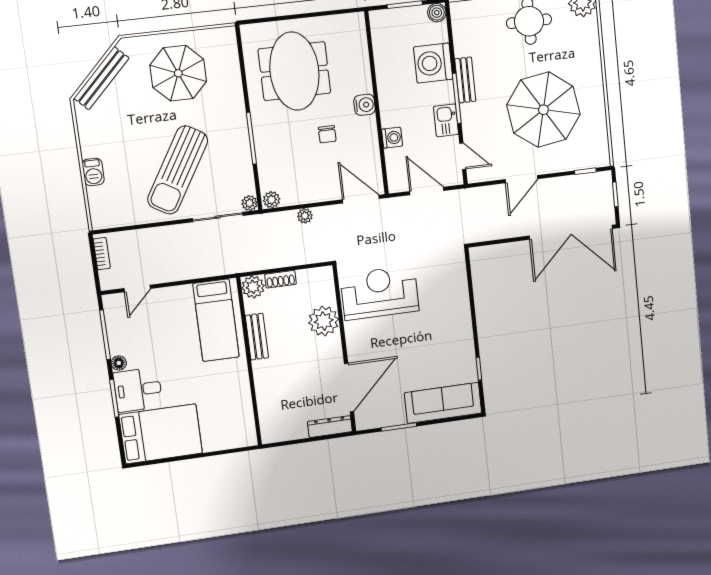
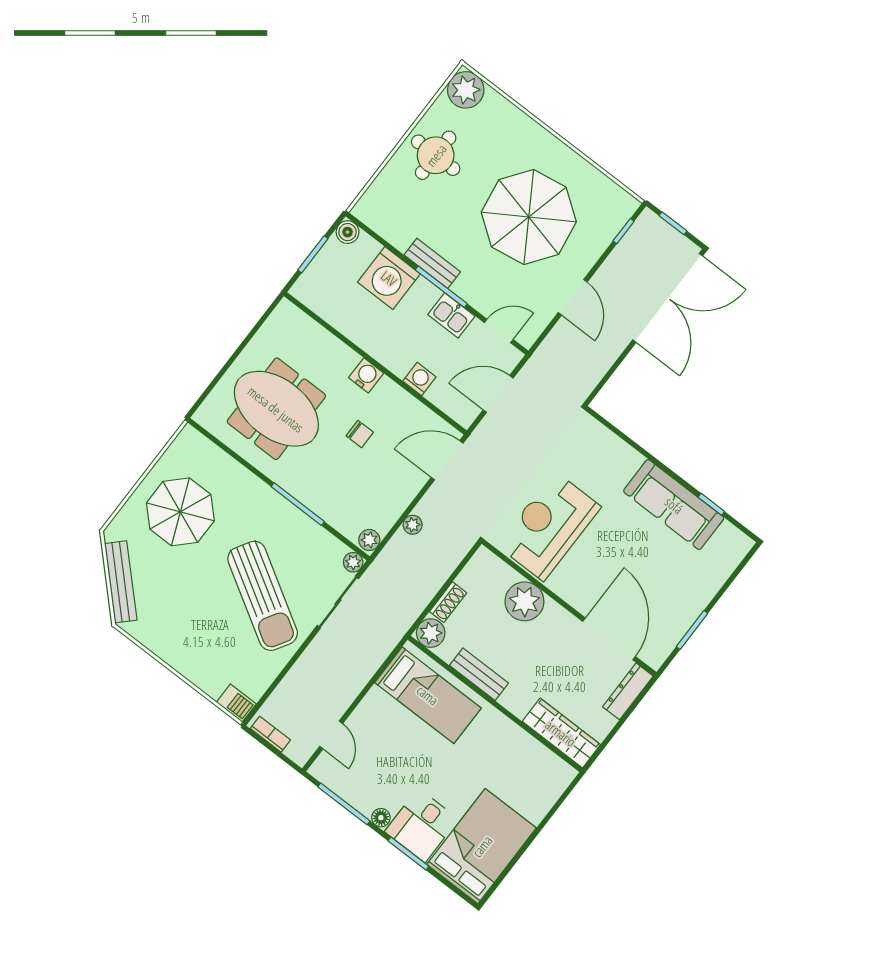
barbecue: (93, 172) -> (236, 703), moved
sofa: (443, 403) -> (674, 505), moved, turned -90
wardrobe: (270, 414) -> (561, 733), added

